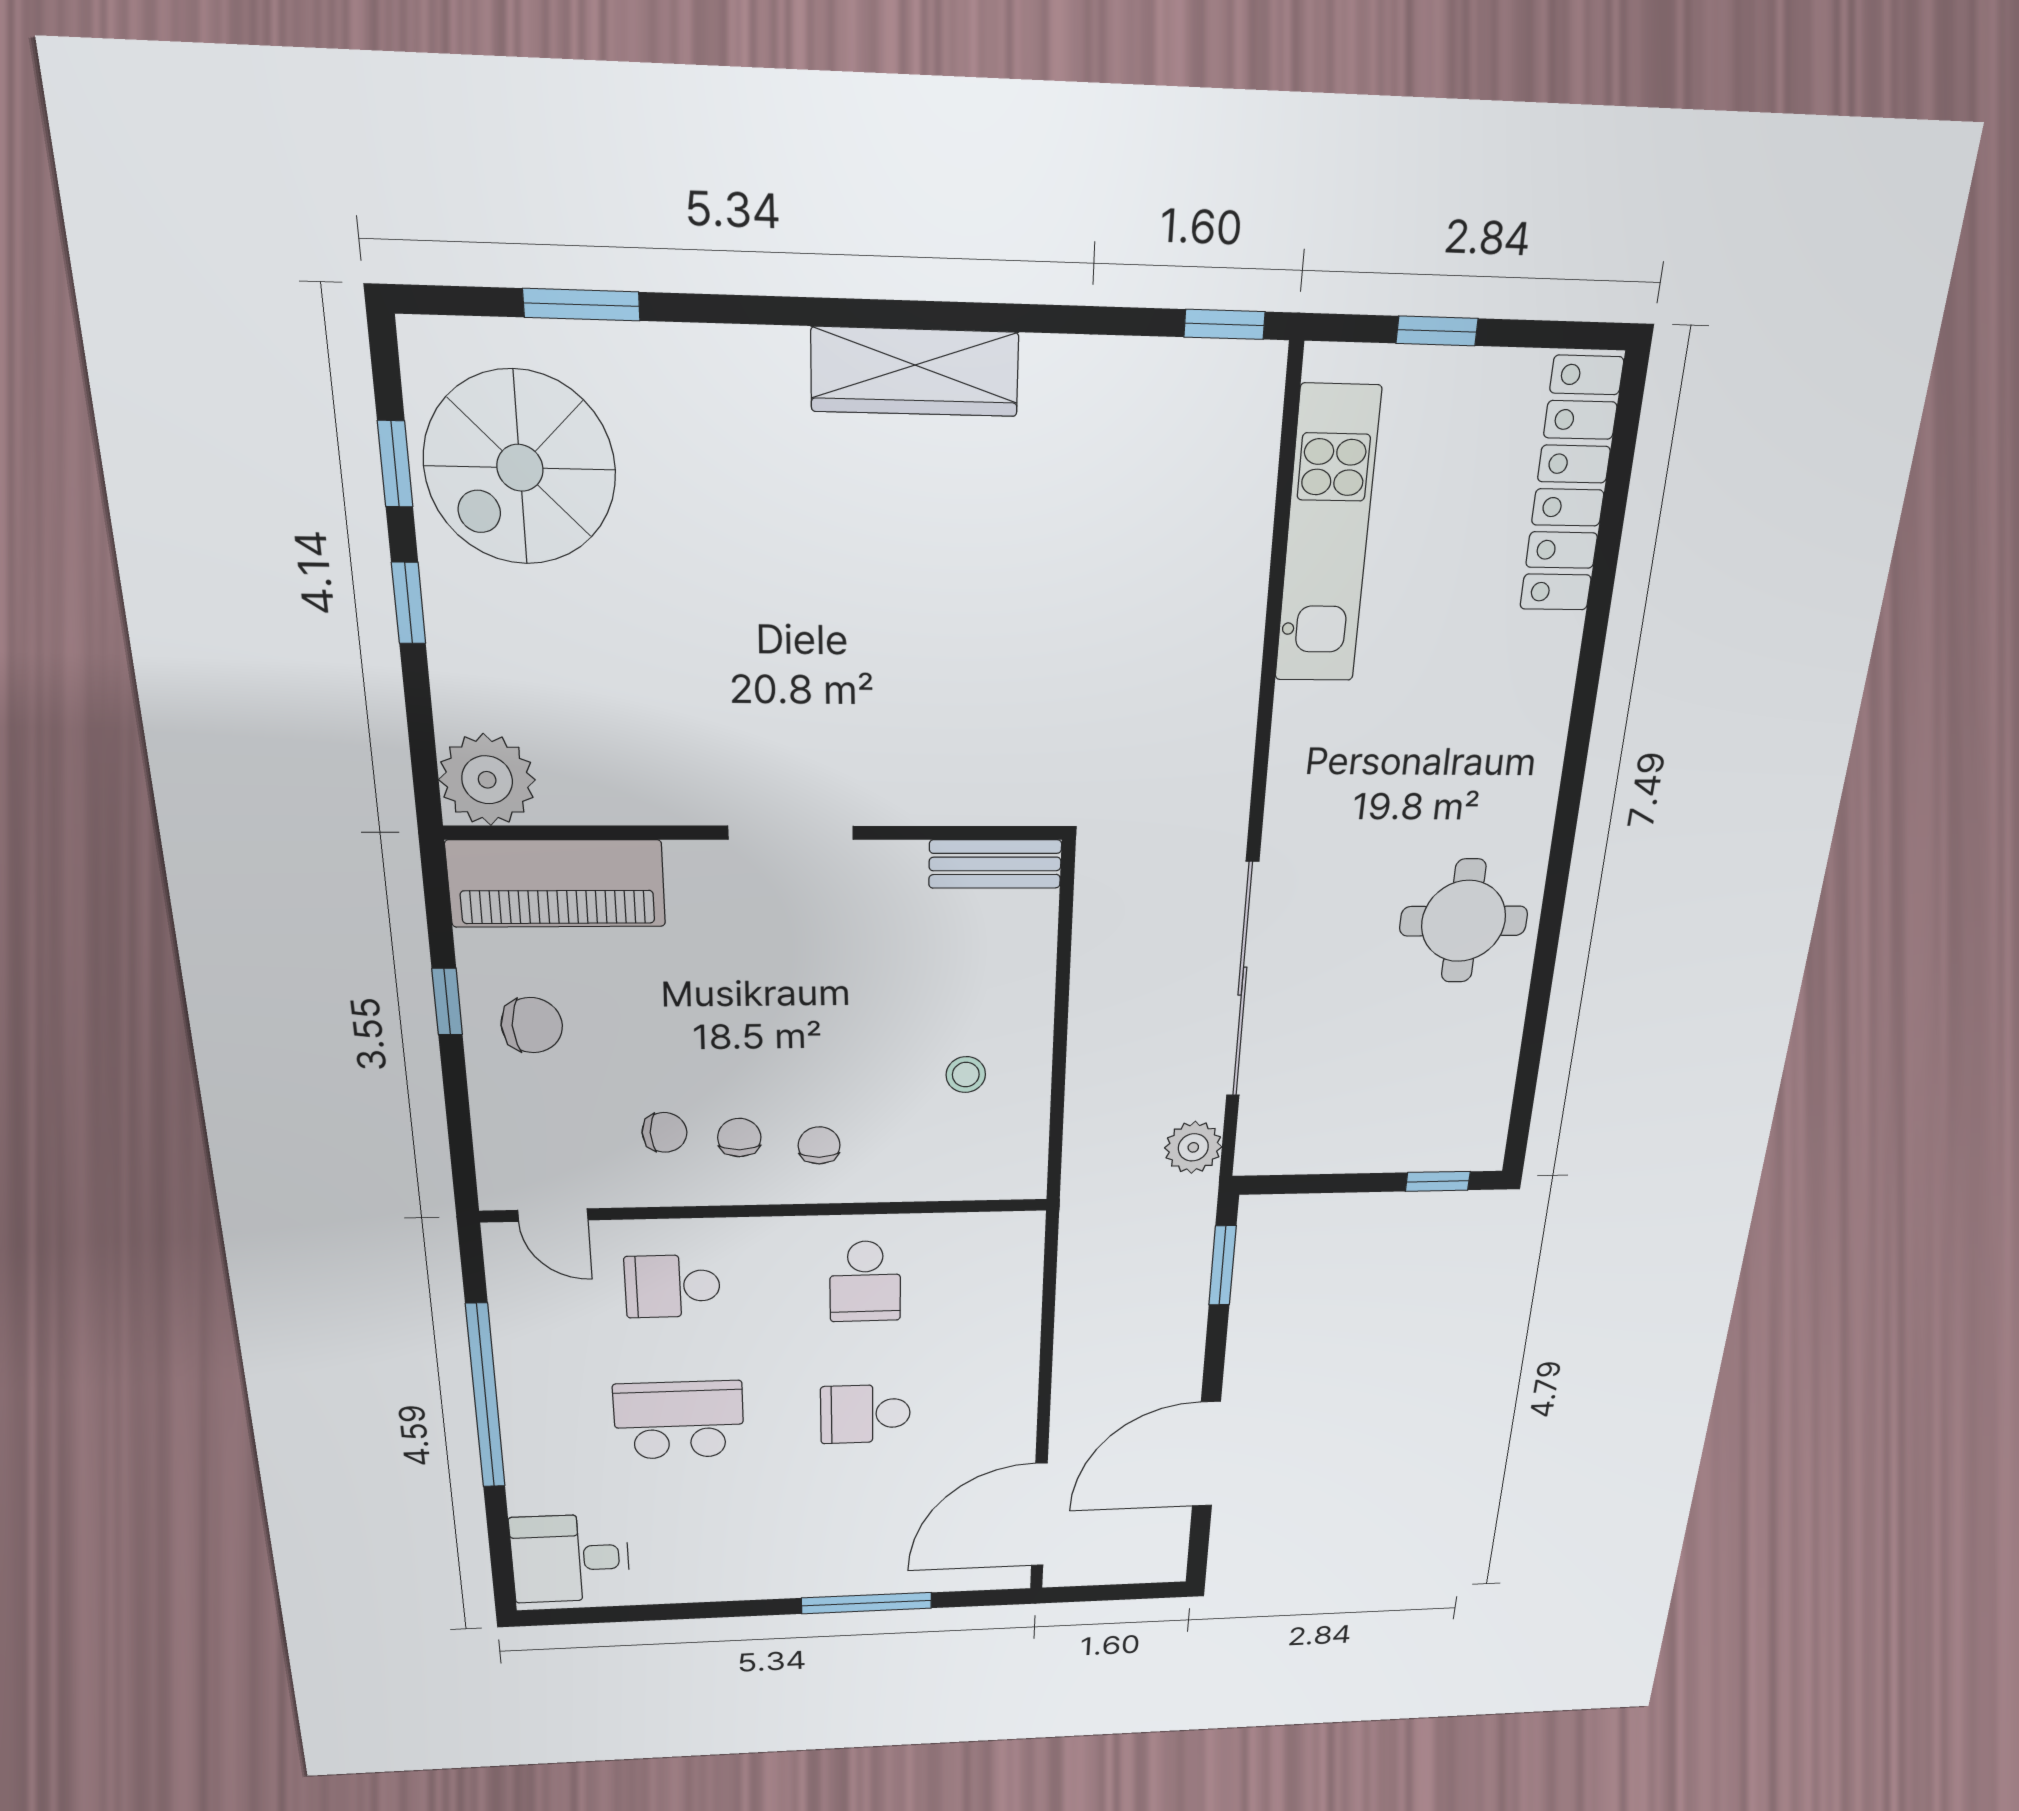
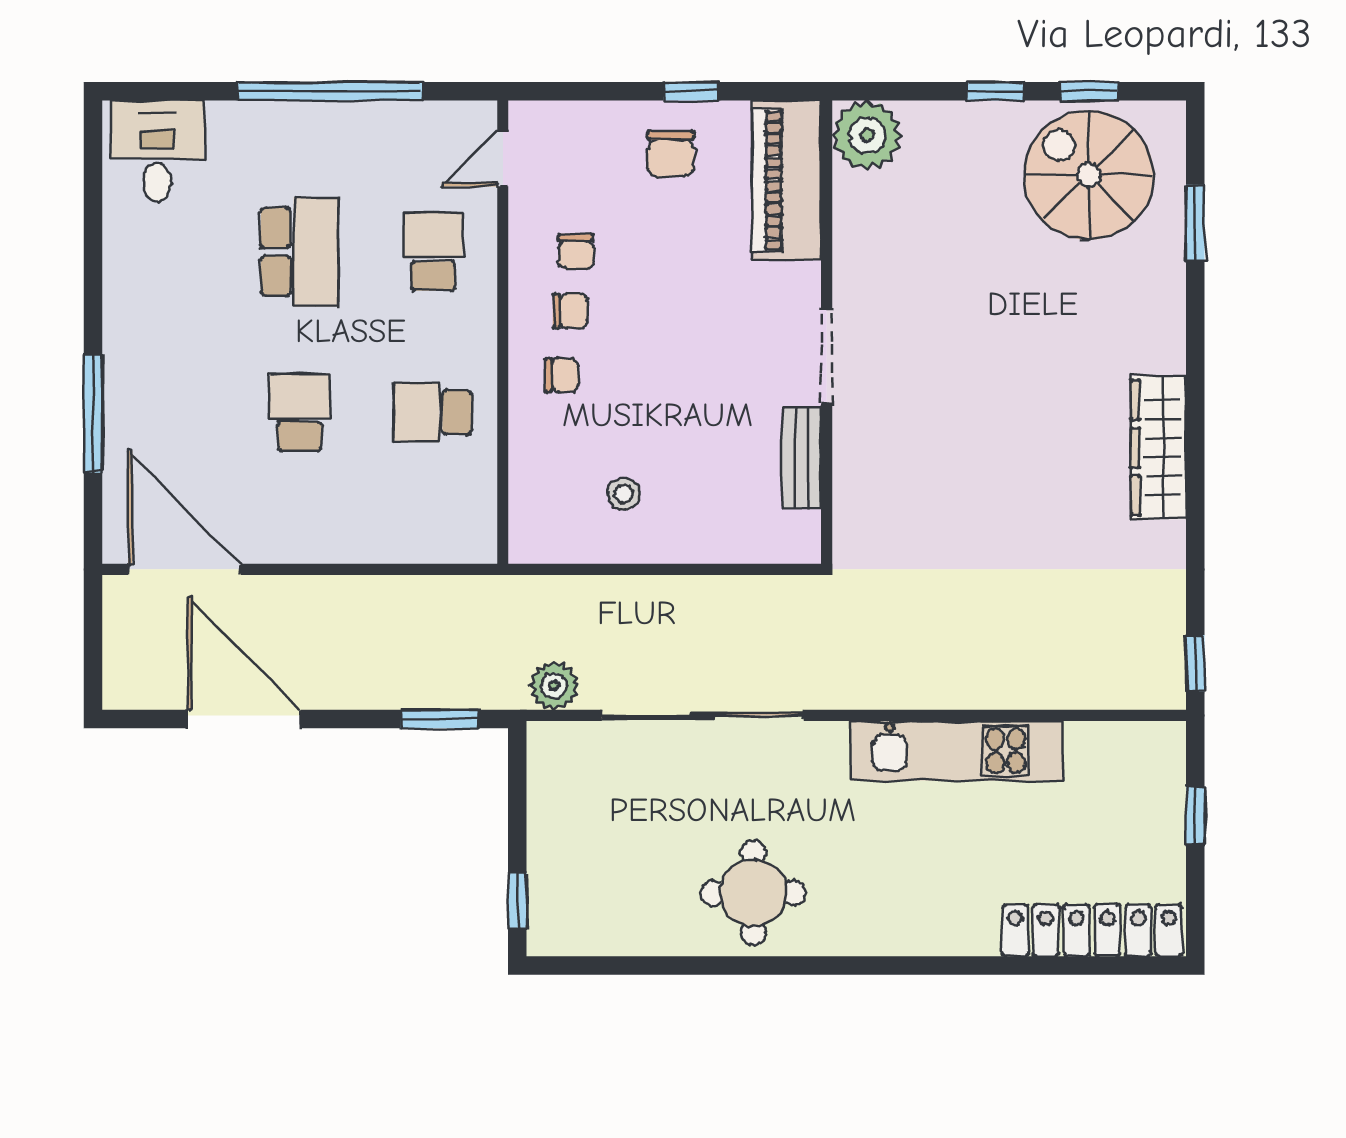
kitchen unit: (1327, 536) -> (957, 751), moved
bench: (995, 864) -> (802, 457), moved

